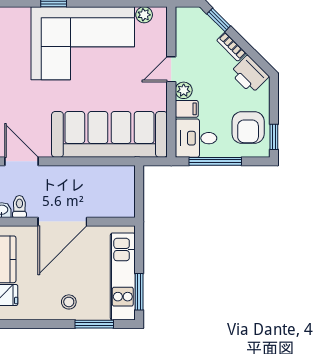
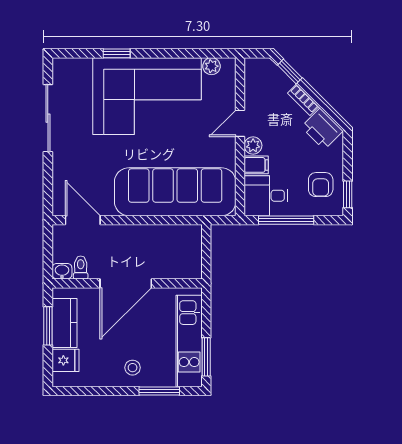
armchair: (248, 128) -> (321, 185), width x0.72, depth x0.72

